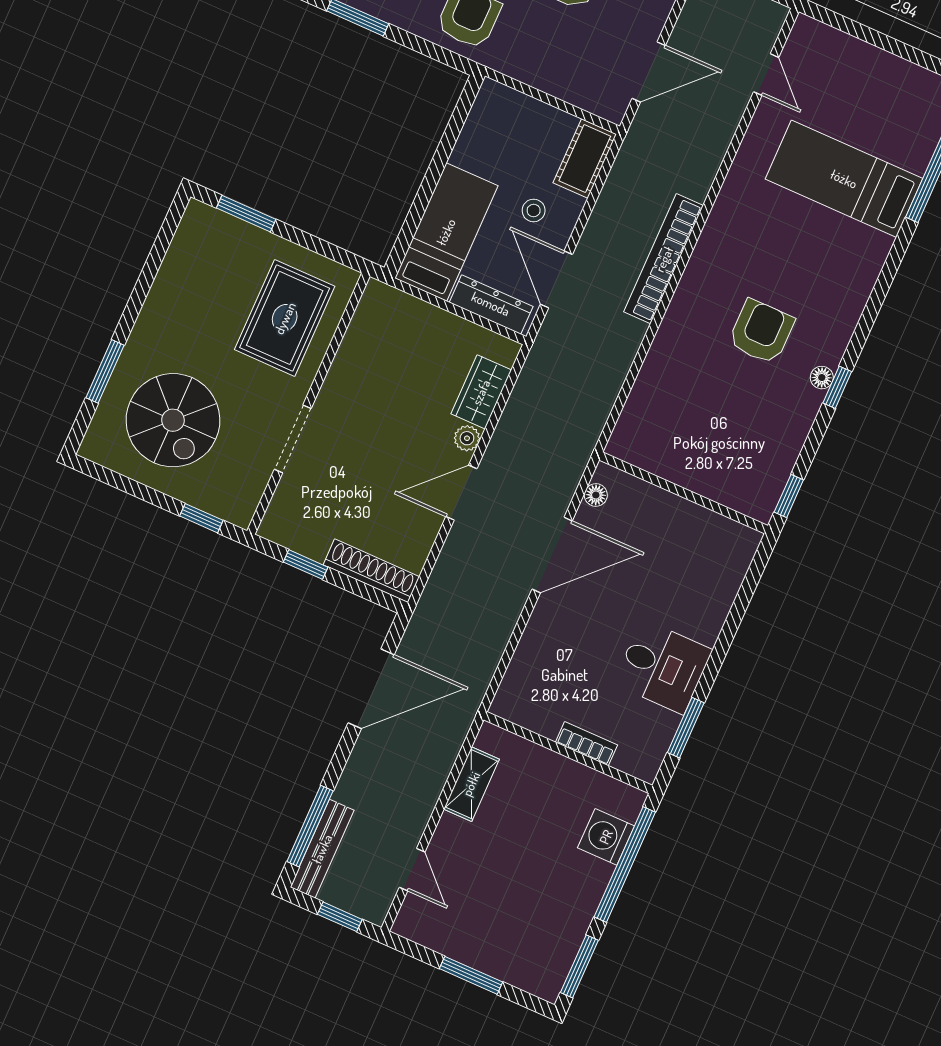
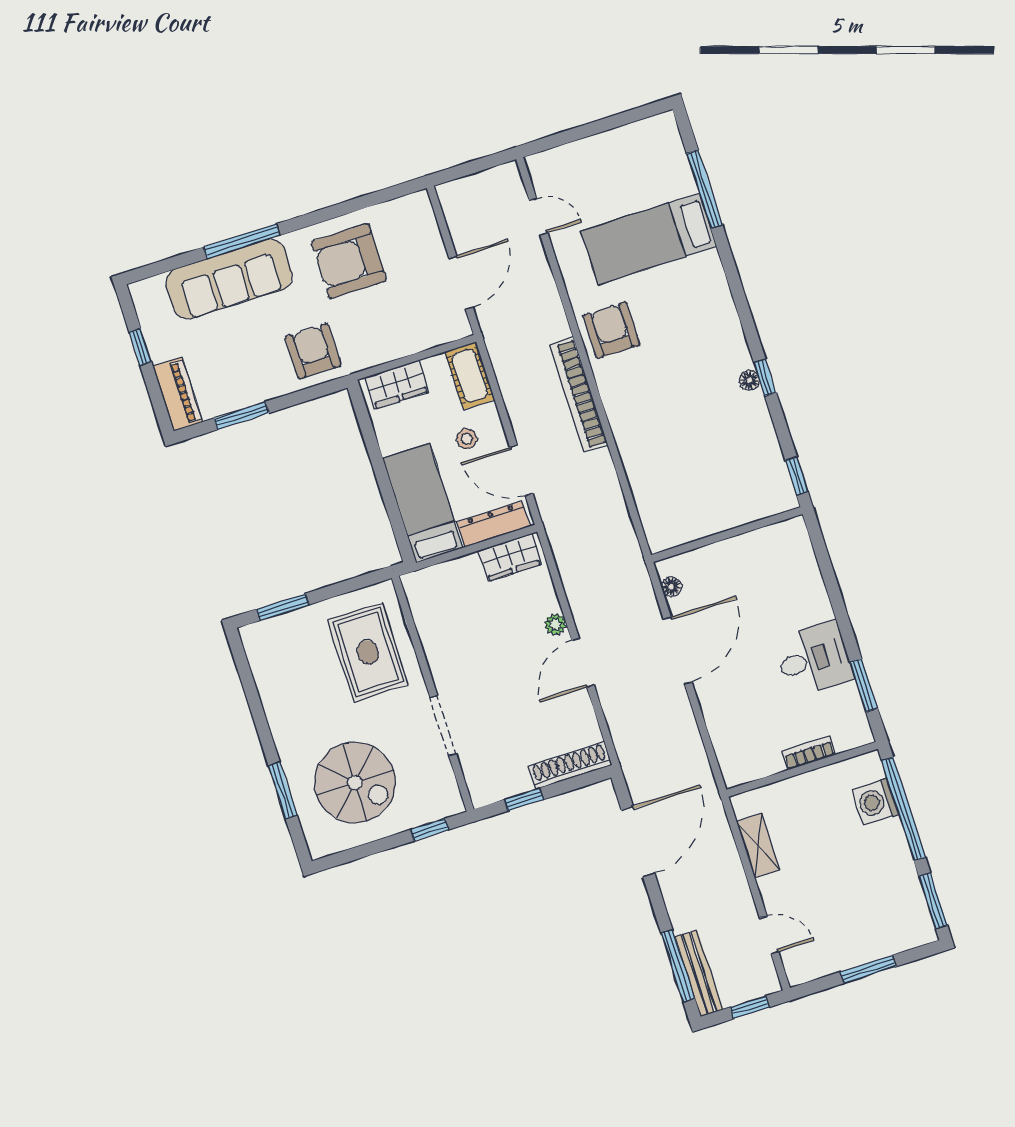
wardrobe: (515, 110) -> (397, 385), added
armchair: (761, 332) -> (611, 330), moved
wardrobe: (481, 392) -> (510, 557), moved, turned -90

